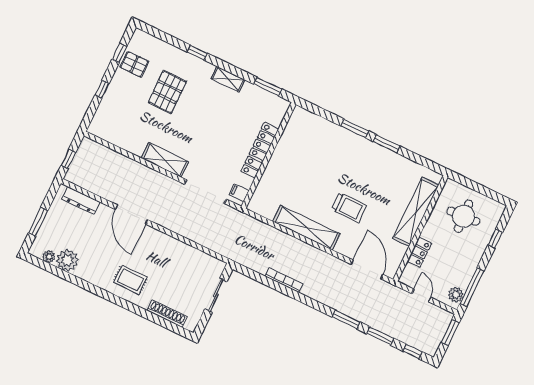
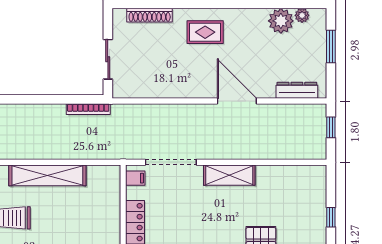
bookcase: (284, 280) -> (88, 109), moved

